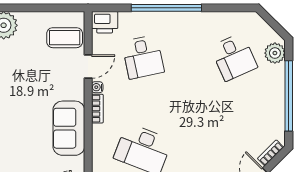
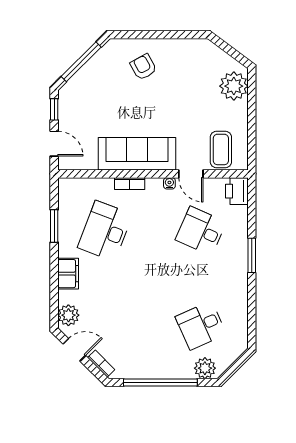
window: (166, 8) -> (252, 255), width x0.47
desk: (143, 57) -> (201, 231), turned 36
bookcase: (97, 109) -> (130, 184), moved
sofa: (69, 128) -> (137, 154), width x1.36

